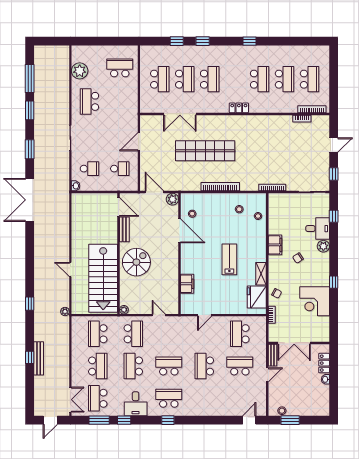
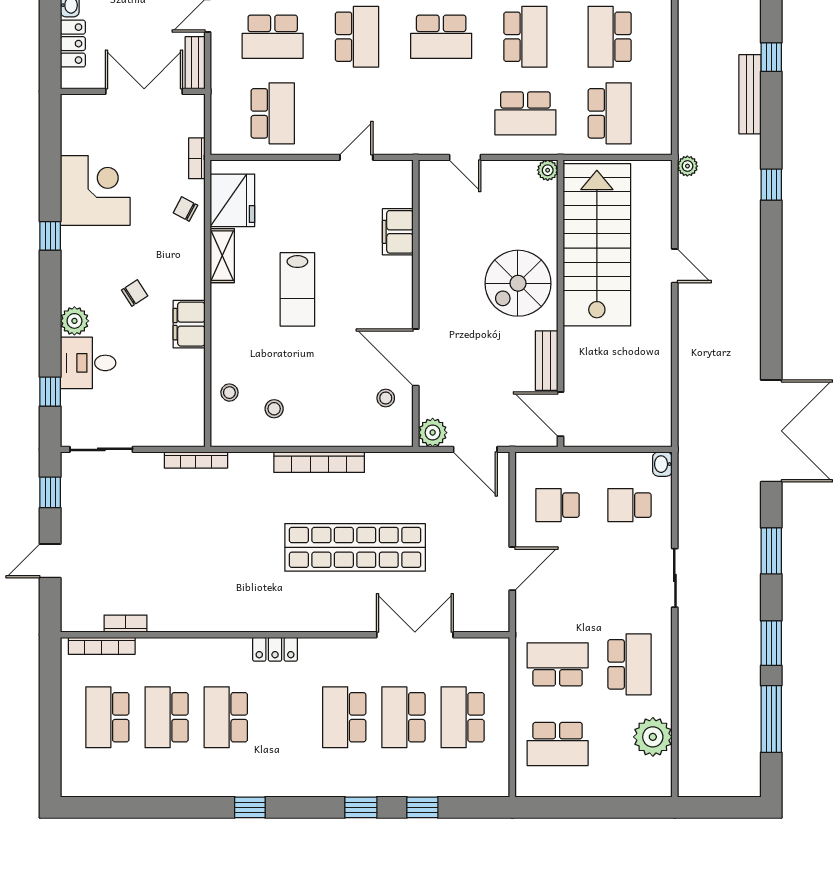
school desk: (120, 101) -> (558, 664), added
school desk: (133, 334) -> (525, 113), turned -90
bench: (39, 358) -> (750, 94), moved

